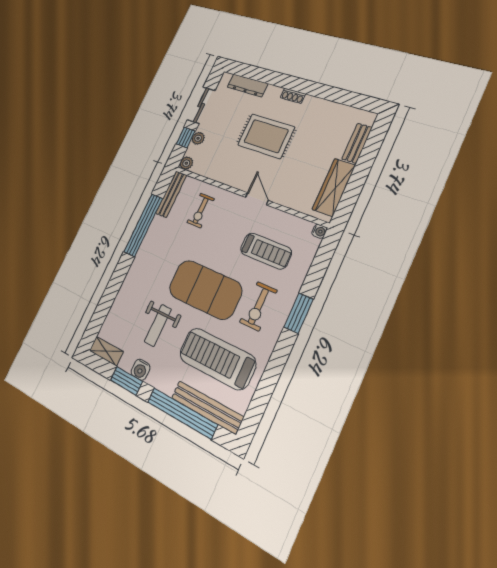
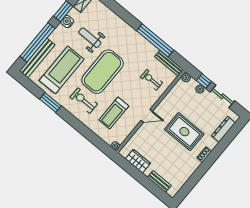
rug: (266, 136) -> (184, 132), turned 90
wardrobe: (334, 187) -> (138, 161), width x0.67
window: (299, 313) -> (50, 102), moved

